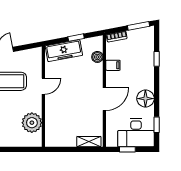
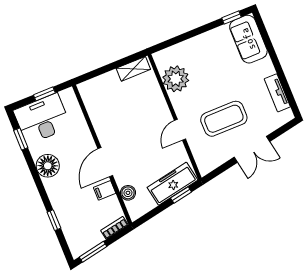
window: (76, 38) -> (181, 195), moved
door: (104, 99) -> (105, 162), moved
shelving: (89, 142) -> (133, 69), moved

